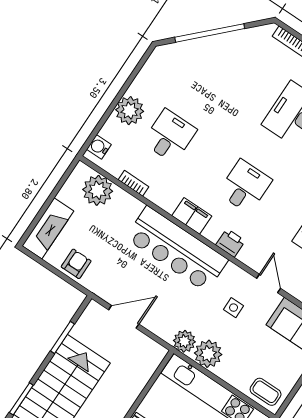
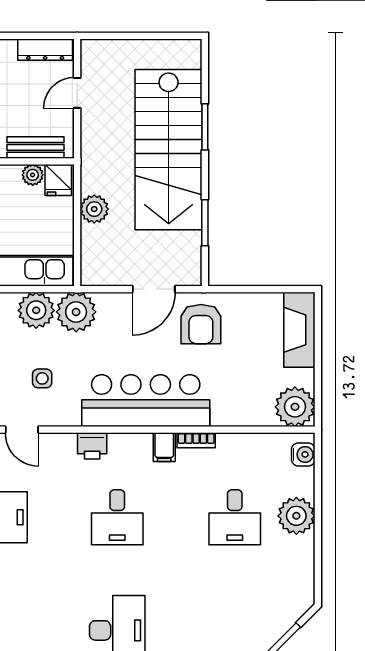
bookcase: (133, 183) -> (196, 440), moved
plant: (98, 190) -> (295, 407), moved
filing cabinet: (192, 216) -> (164, 447), width x0.50
armchair: (76, 264) -> (201, 324), moved, width x1.38, depth x1.38
plant: (184, 341) -> (76, 312), width x1.36, depth x1.36
plant: (127, 394) -> (94, 209), added

